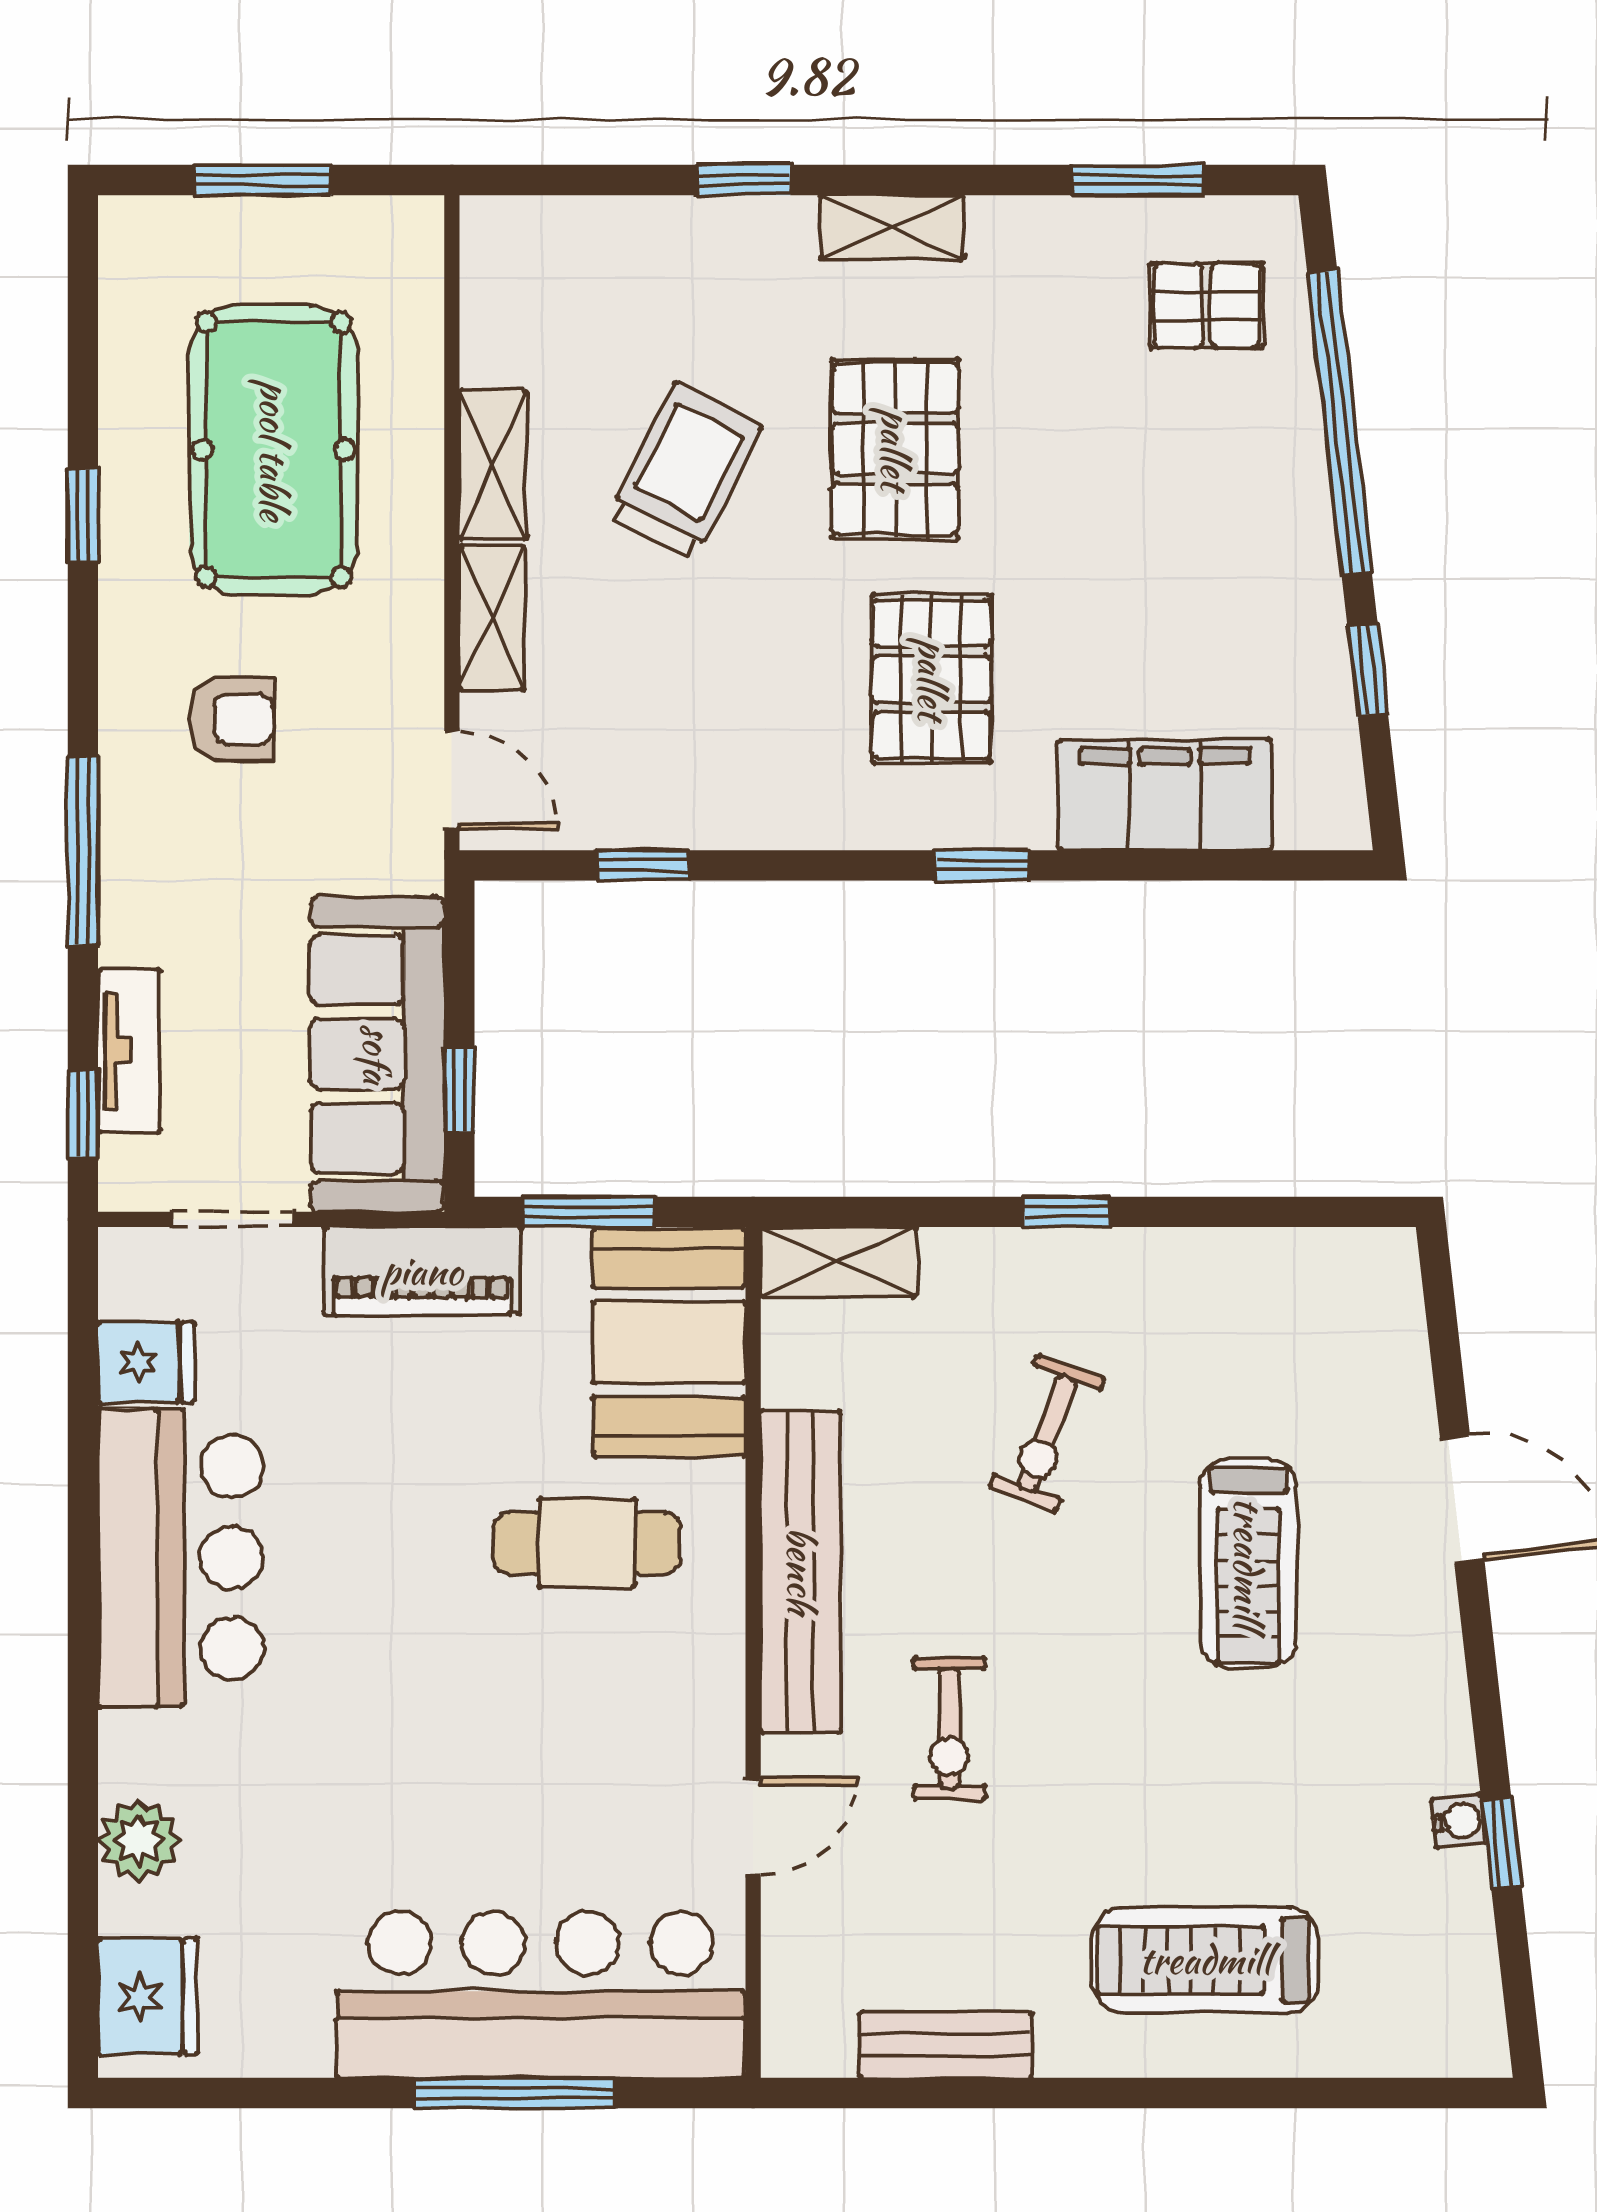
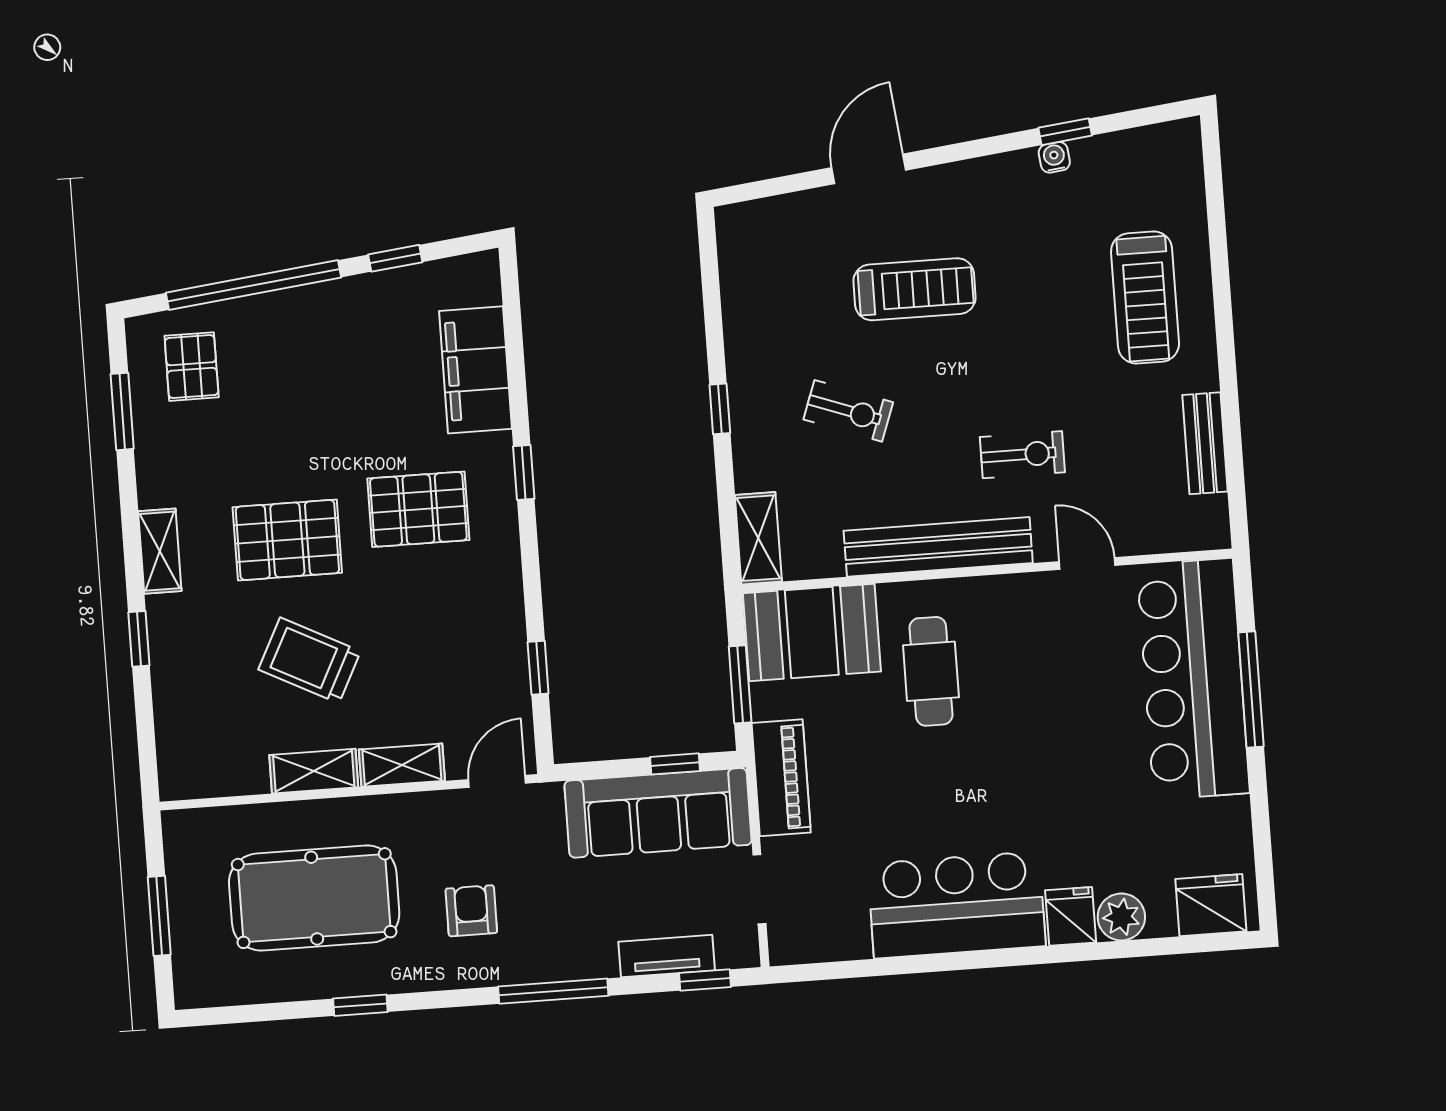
fridge: (146, 1362) -> (1071, 916), moved

